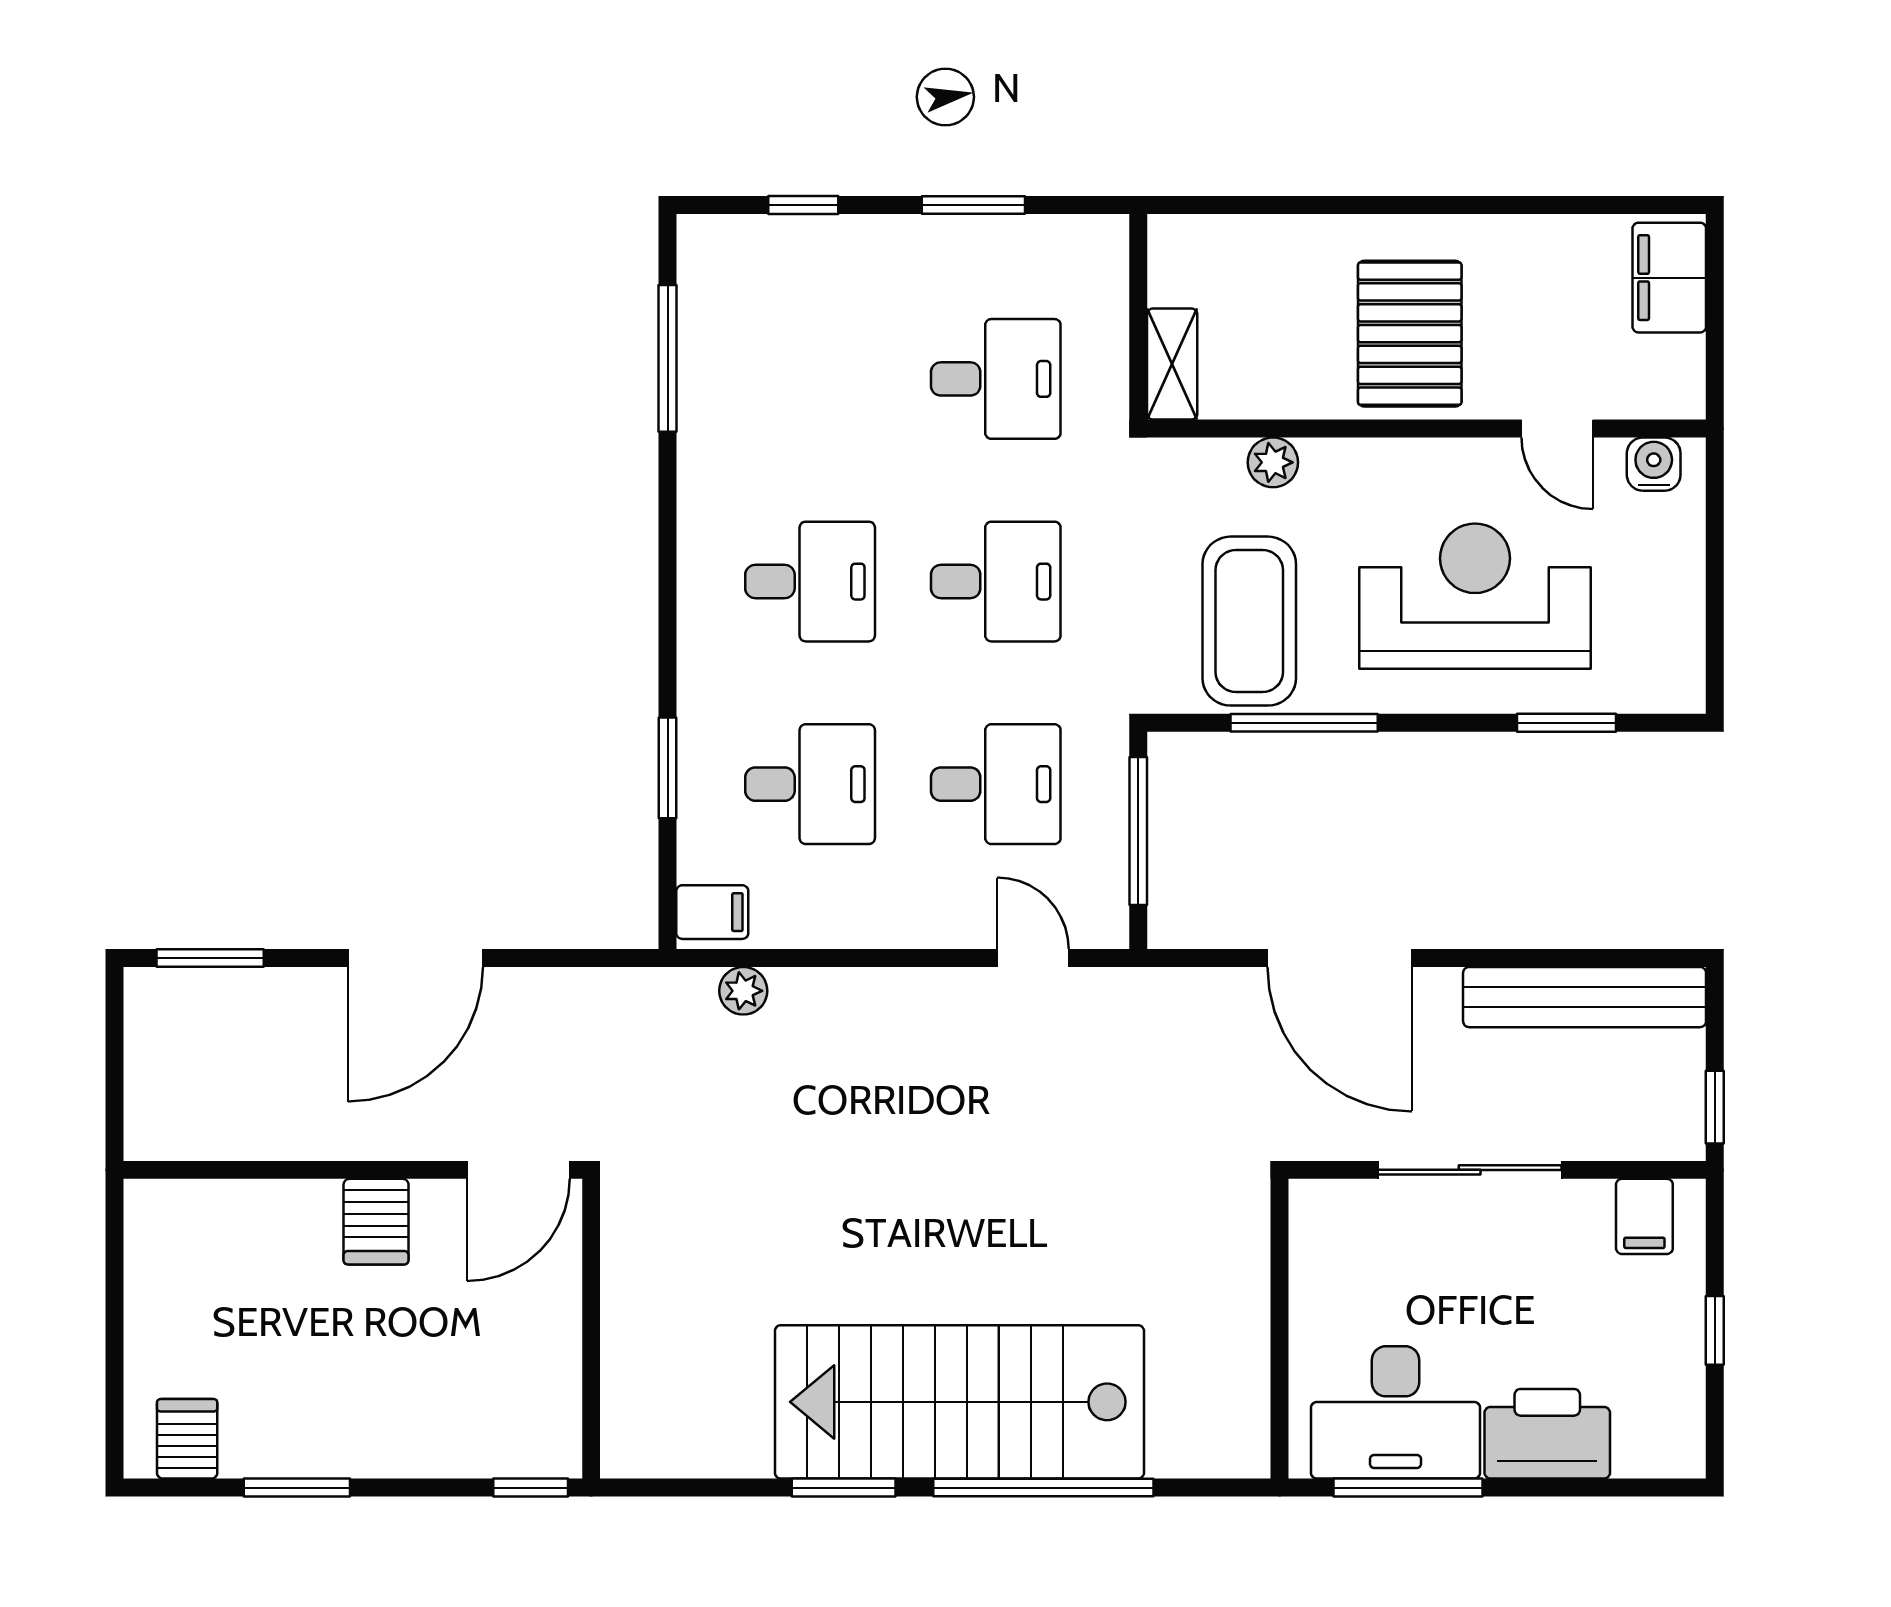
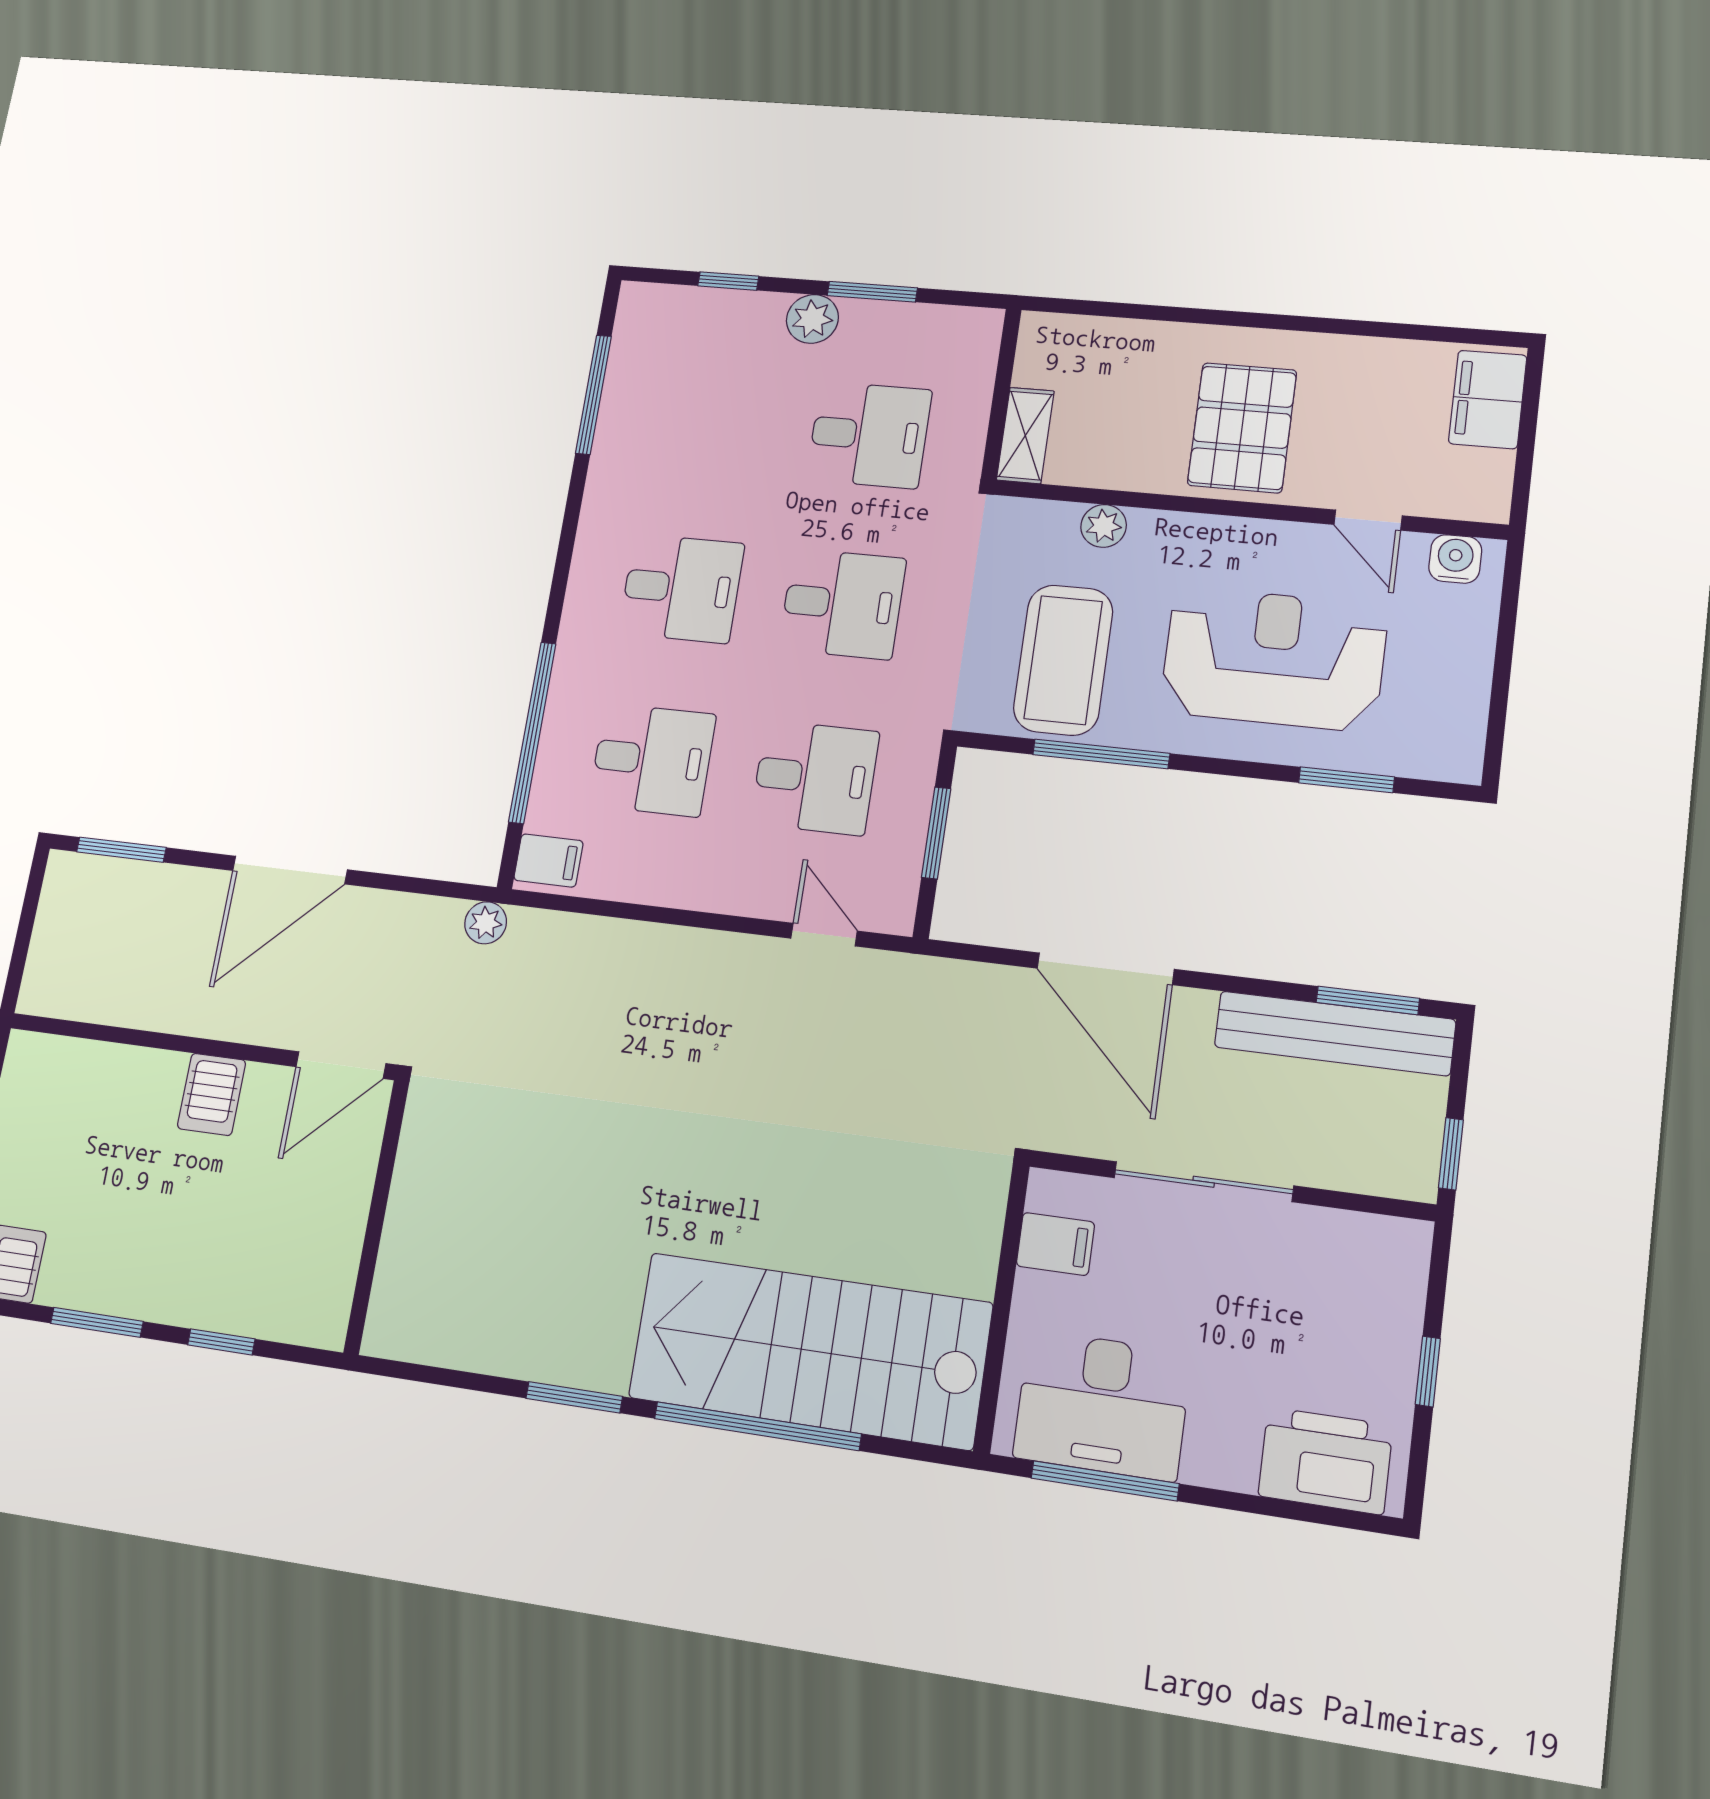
plant: (909, 244) -> (812, 319), added
window: (668, 768) -> (532, 733), width x2.11
window: (1138, 831) -> (936, 833), width x0.69
window: (1614, 958) -> (1368, 1000), added
plant: (743, 991) -> (486, 923), moved
filing cabinet: (1644, 1216) -> (1055, 1244), moved, turned -90
stairs: (959, 1402) -> (810, 1350), moved
printer: (1547, 1434) -> (1325, 1461), moved
window: (531, 1488) -> (221, 1342), moved

